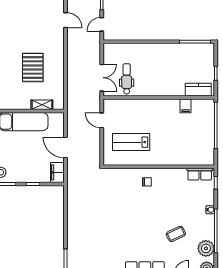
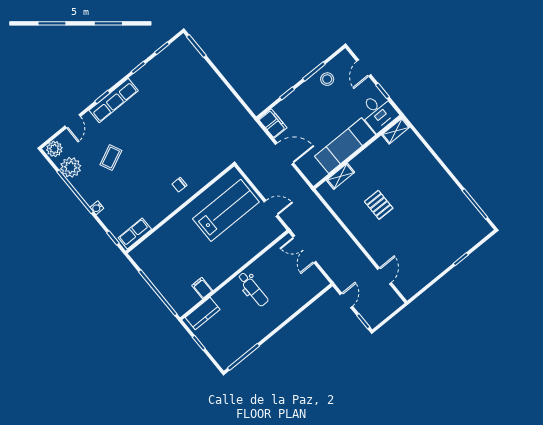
door: (65, 20) -> (384, 276), swing flipped
pallet: (33, 67) -> (379, 205), width x0.67, depth x0.71
dental chair: (127, 79) -> (253, 289), moved
lab bench: (131, 142) -> (226, 210), width x1.36, depth x1.39

